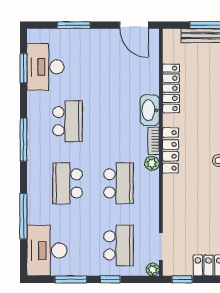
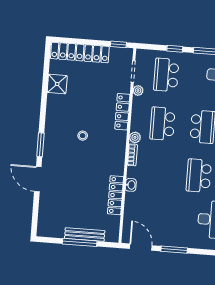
window: (74, 25) -> (174, 250), moved
washbasin: (150, 110) -> (131, 185), width x0.52, depth x0.69
locker: (170, 150) -> (122, 112), moved
plant: (153, 269) -> (138, 91), moved

